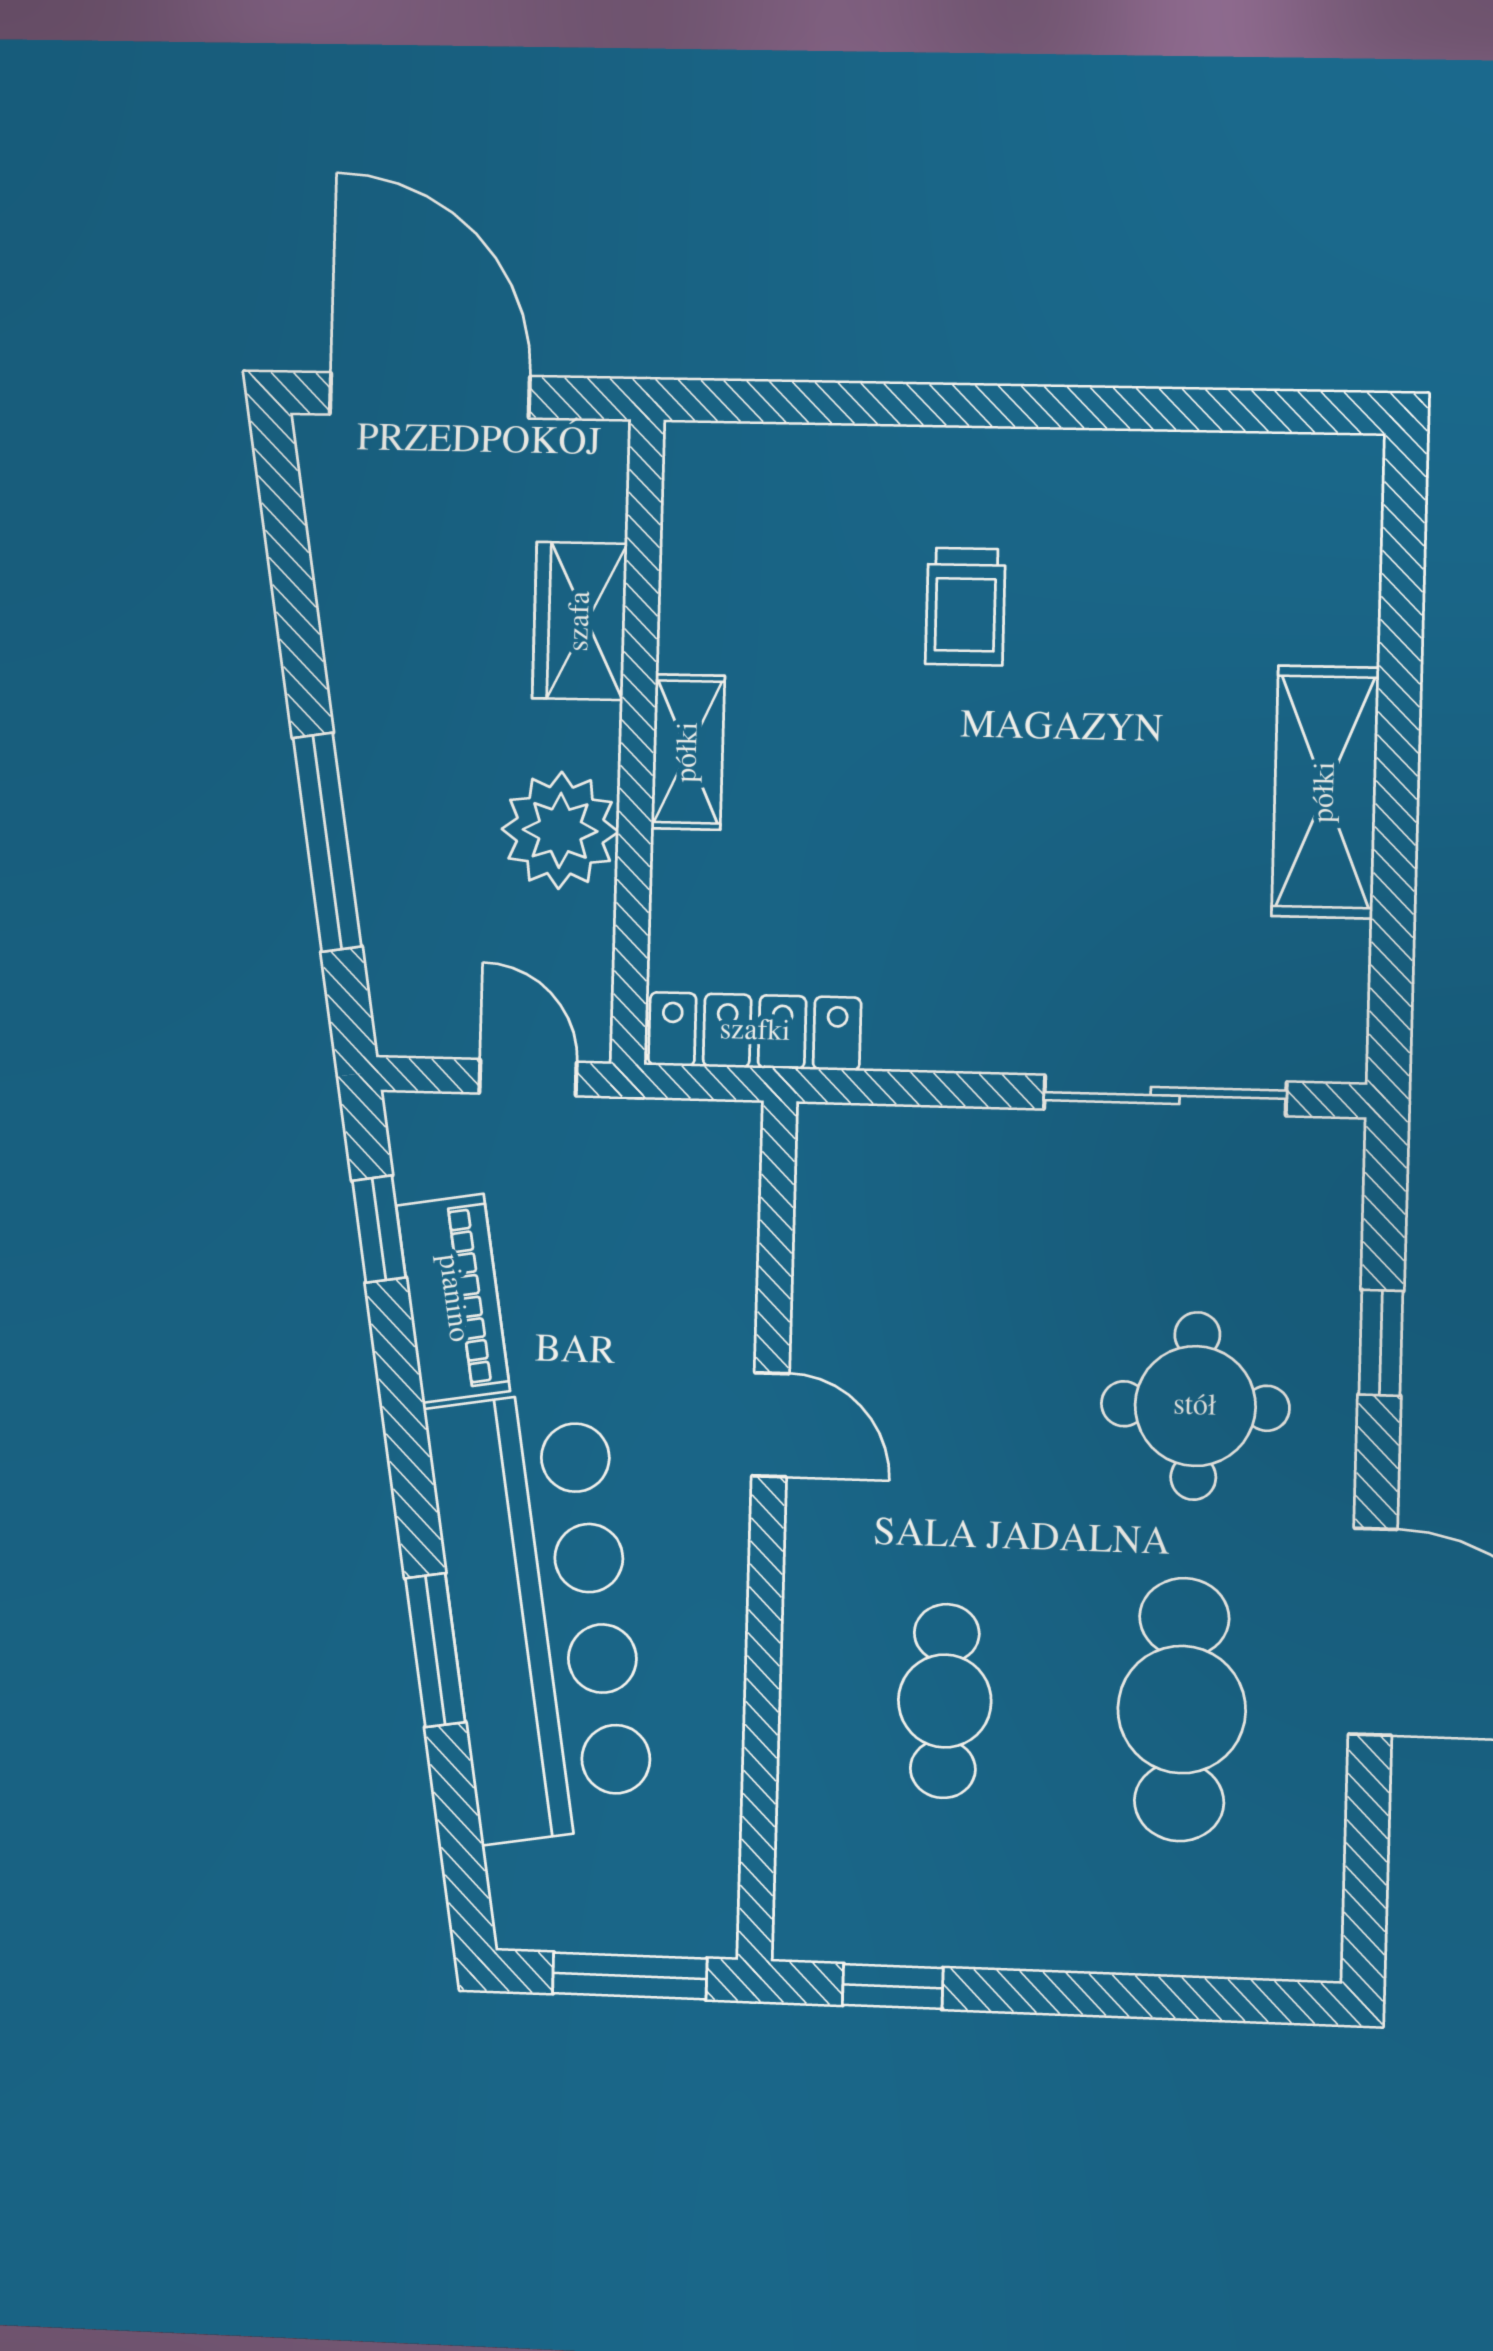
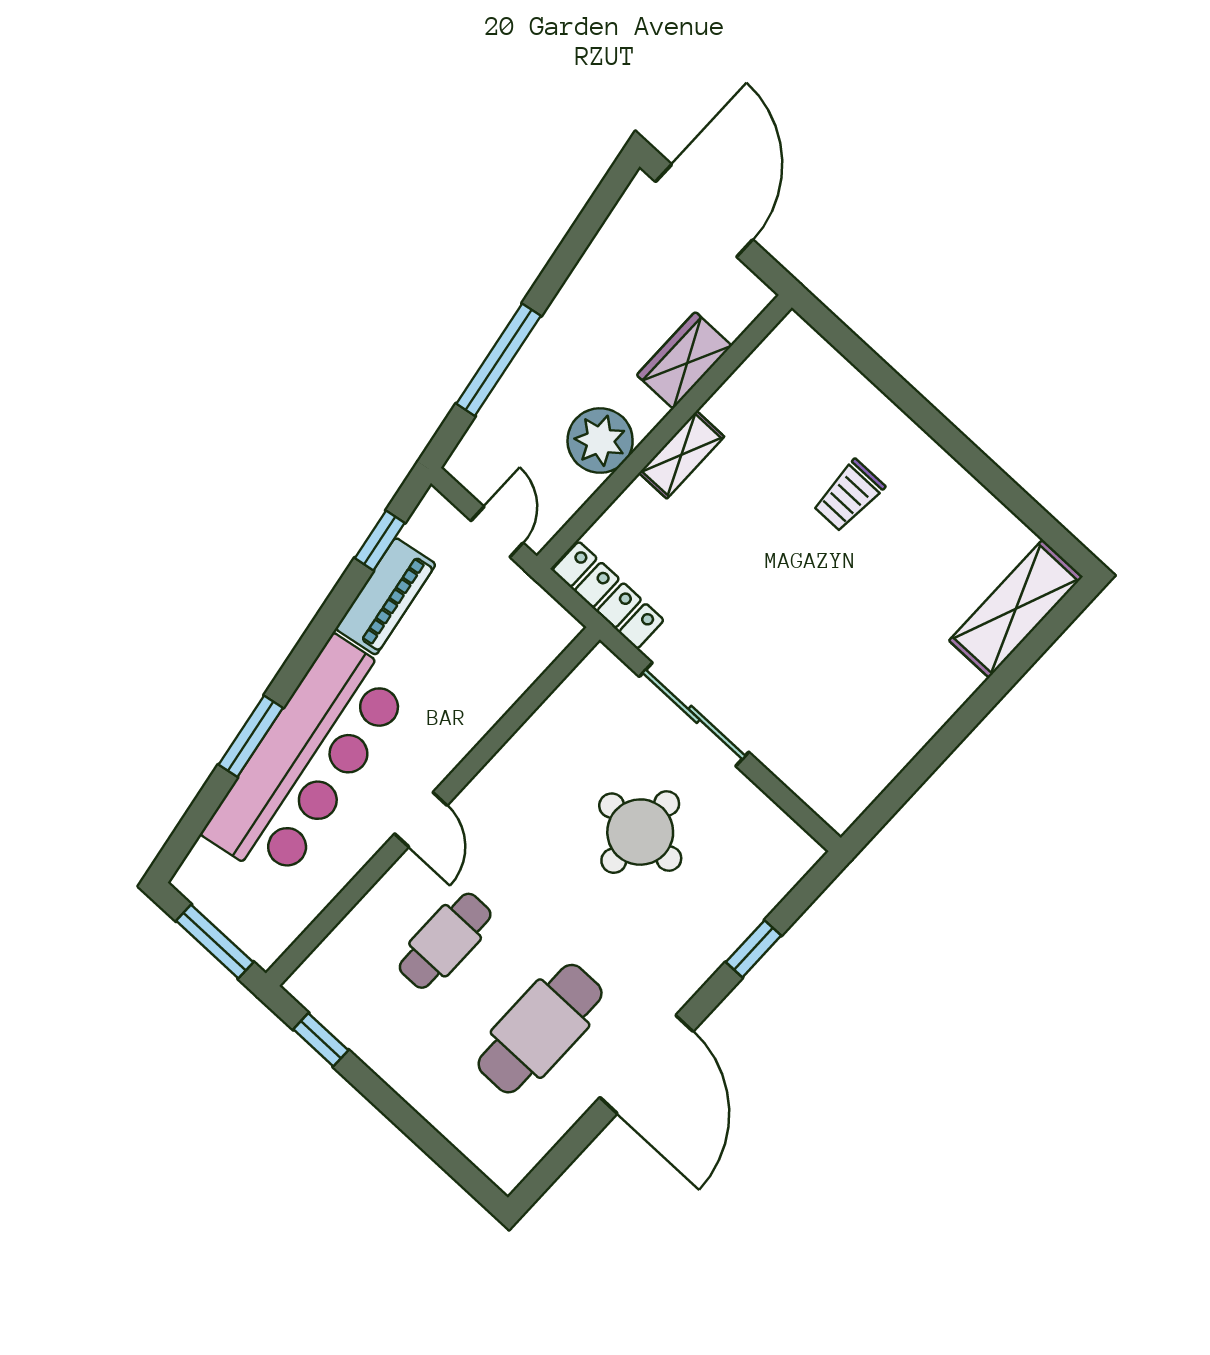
shelving: (1325, 792) -> (1016, 609), moved
sliding door: (1165, 1095) -> (694, 714), moved
round table: (1195, 1406) -> (640, 832), moved
door: (770, 1425) -> (421, 820), moved

